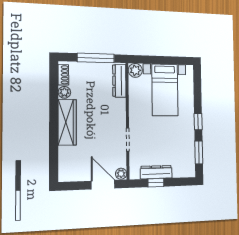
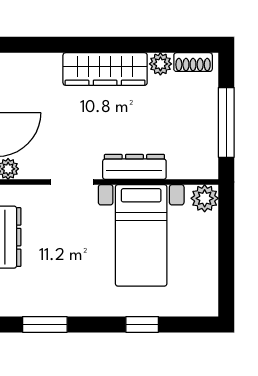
dresser: (119, 81) -> (134, 167), moved
bed with nightstands: (165, 90) -> (141, 235), moved, turned -90
window: (198, 122) -> (142, 324), moved

